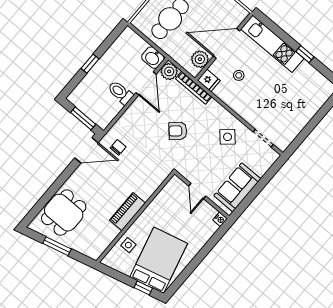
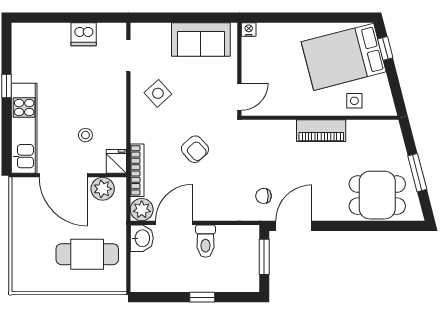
dishwasher: (297, 123) -> (84, 34), added
door: (86, 150) -> (294, 226), hinge flipped
door: (197, 191) -> (239, 97), moved

